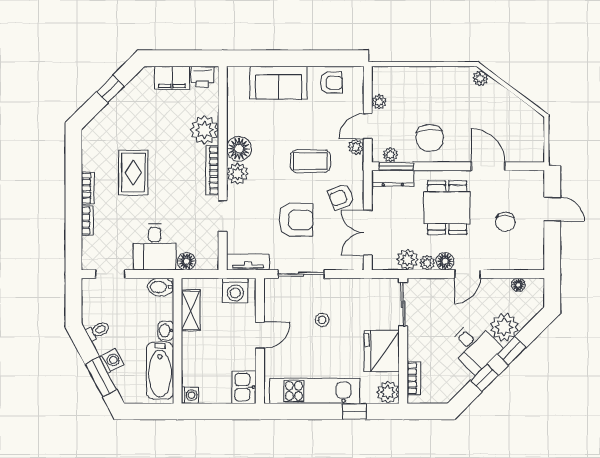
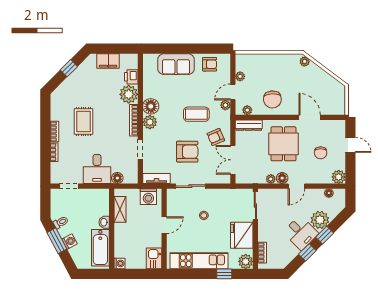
printer: (202, 77) -> (131, 77), moved, turned 90
window: (396, 166) -> (251, 117), removed
plant: (407, 259) -> (339, 177), moved
bidet: (161, 287) -> (101, 194), removed
window: (101, 377) -> (57, 241), moved

